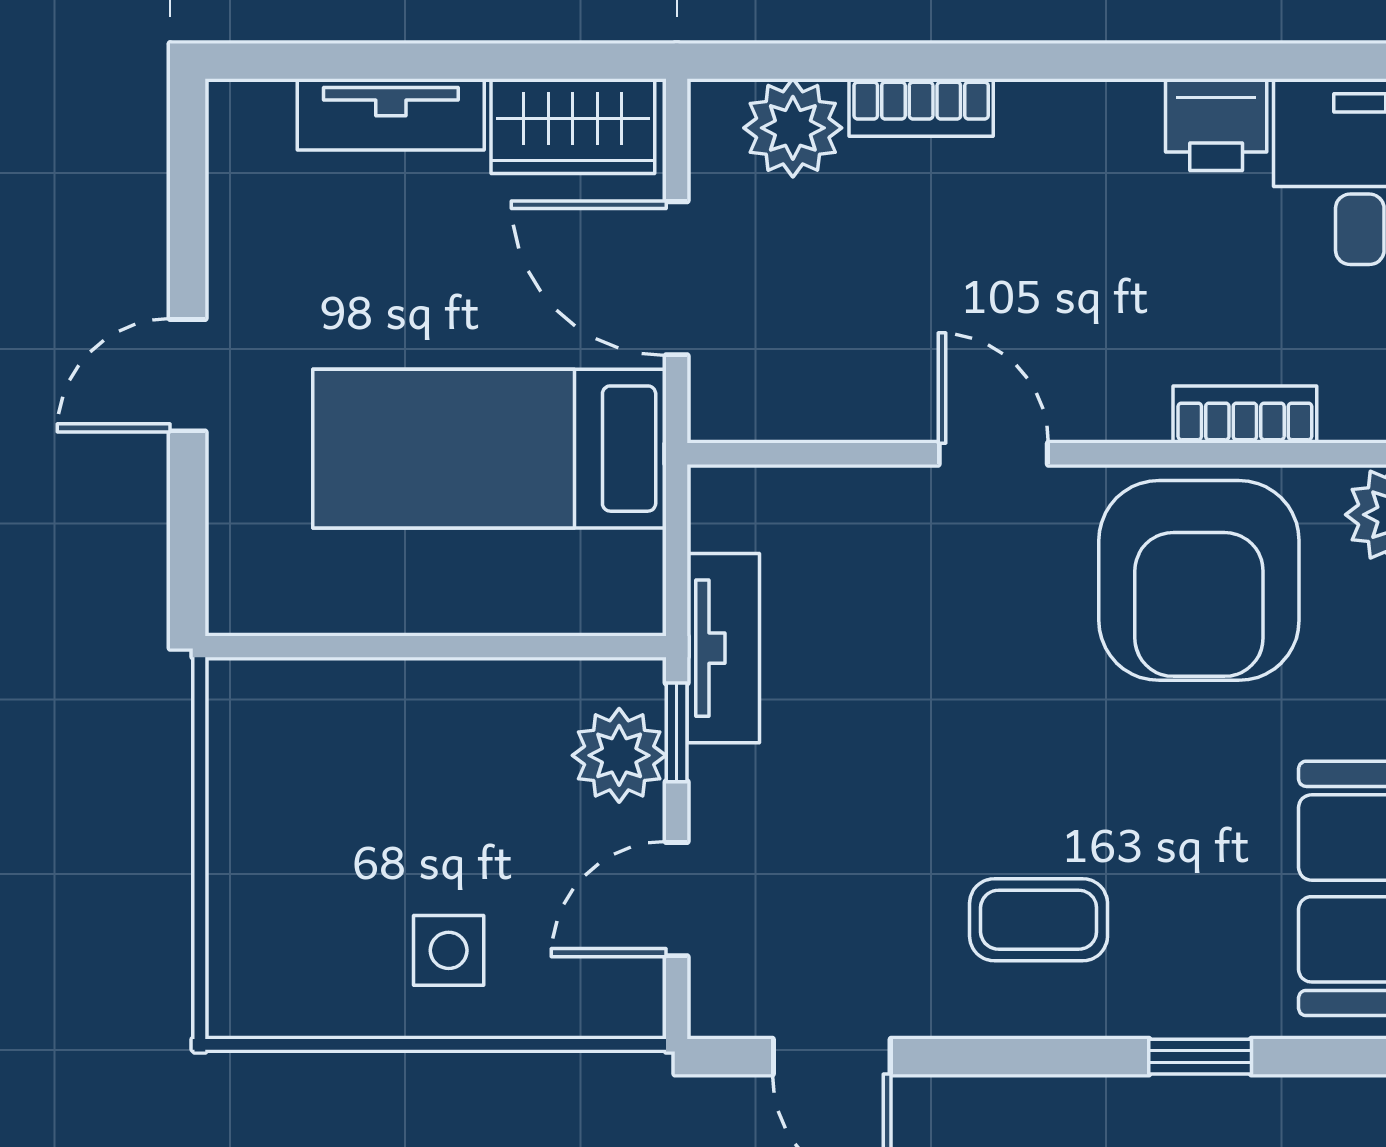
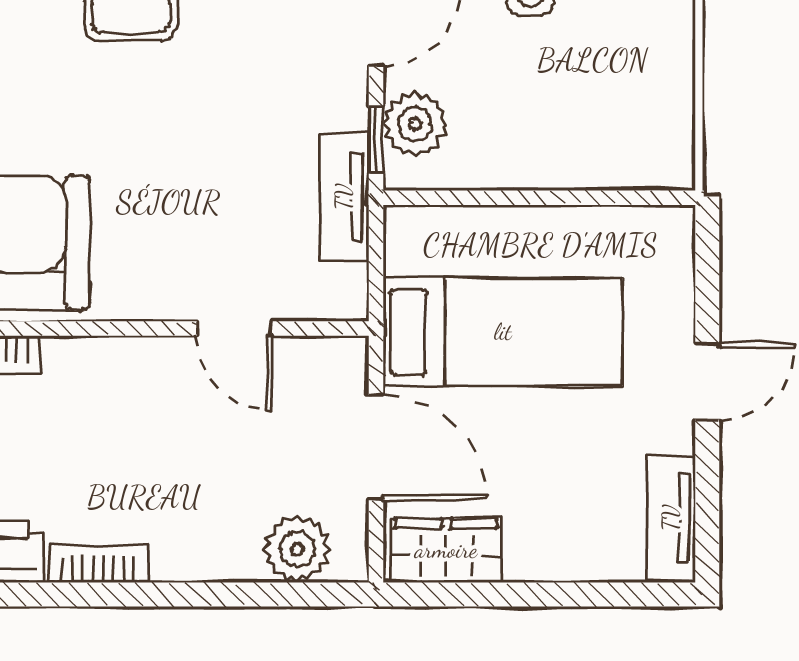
bookcase: (921, 108) -> (98, 563), moved
tv unit: (391, 114) -> (671, 518), moved, turned -90
door: (993, 454) -> (234, 328), moved

